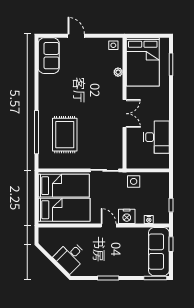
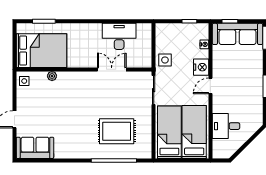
double door: (125, 114) -> (112, 69), moved
desk: (70, 257) -> (226, 126), moved, turned 135

